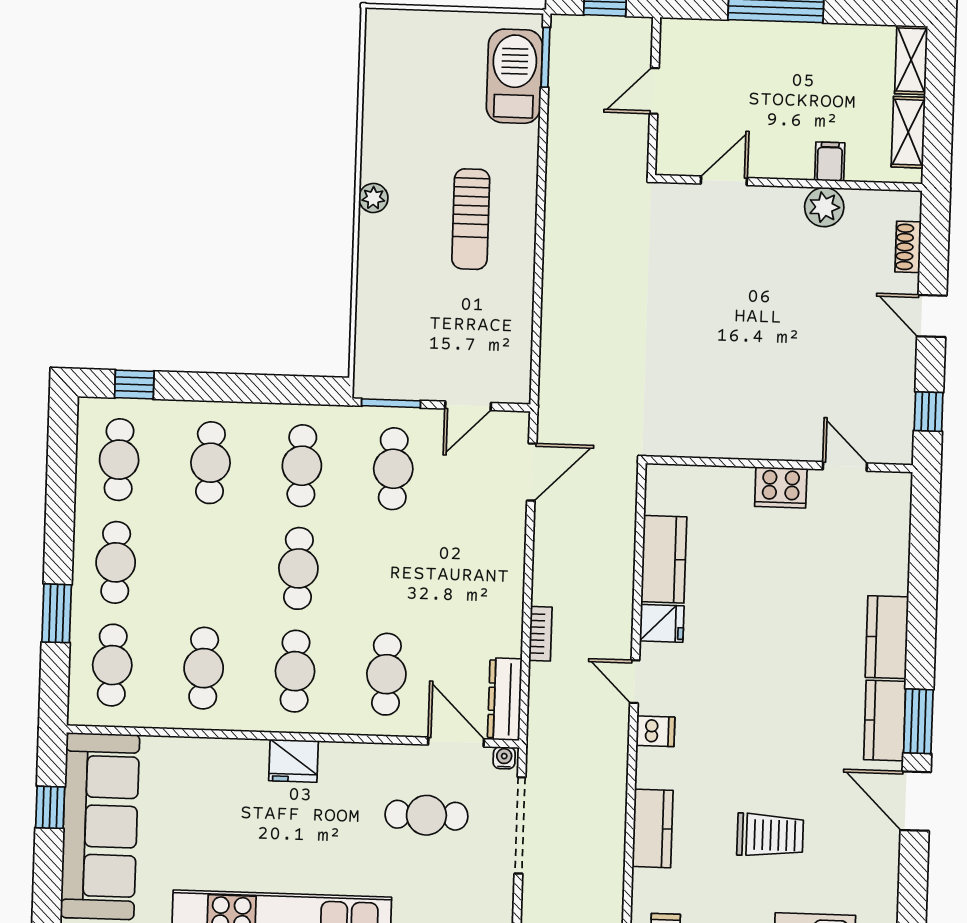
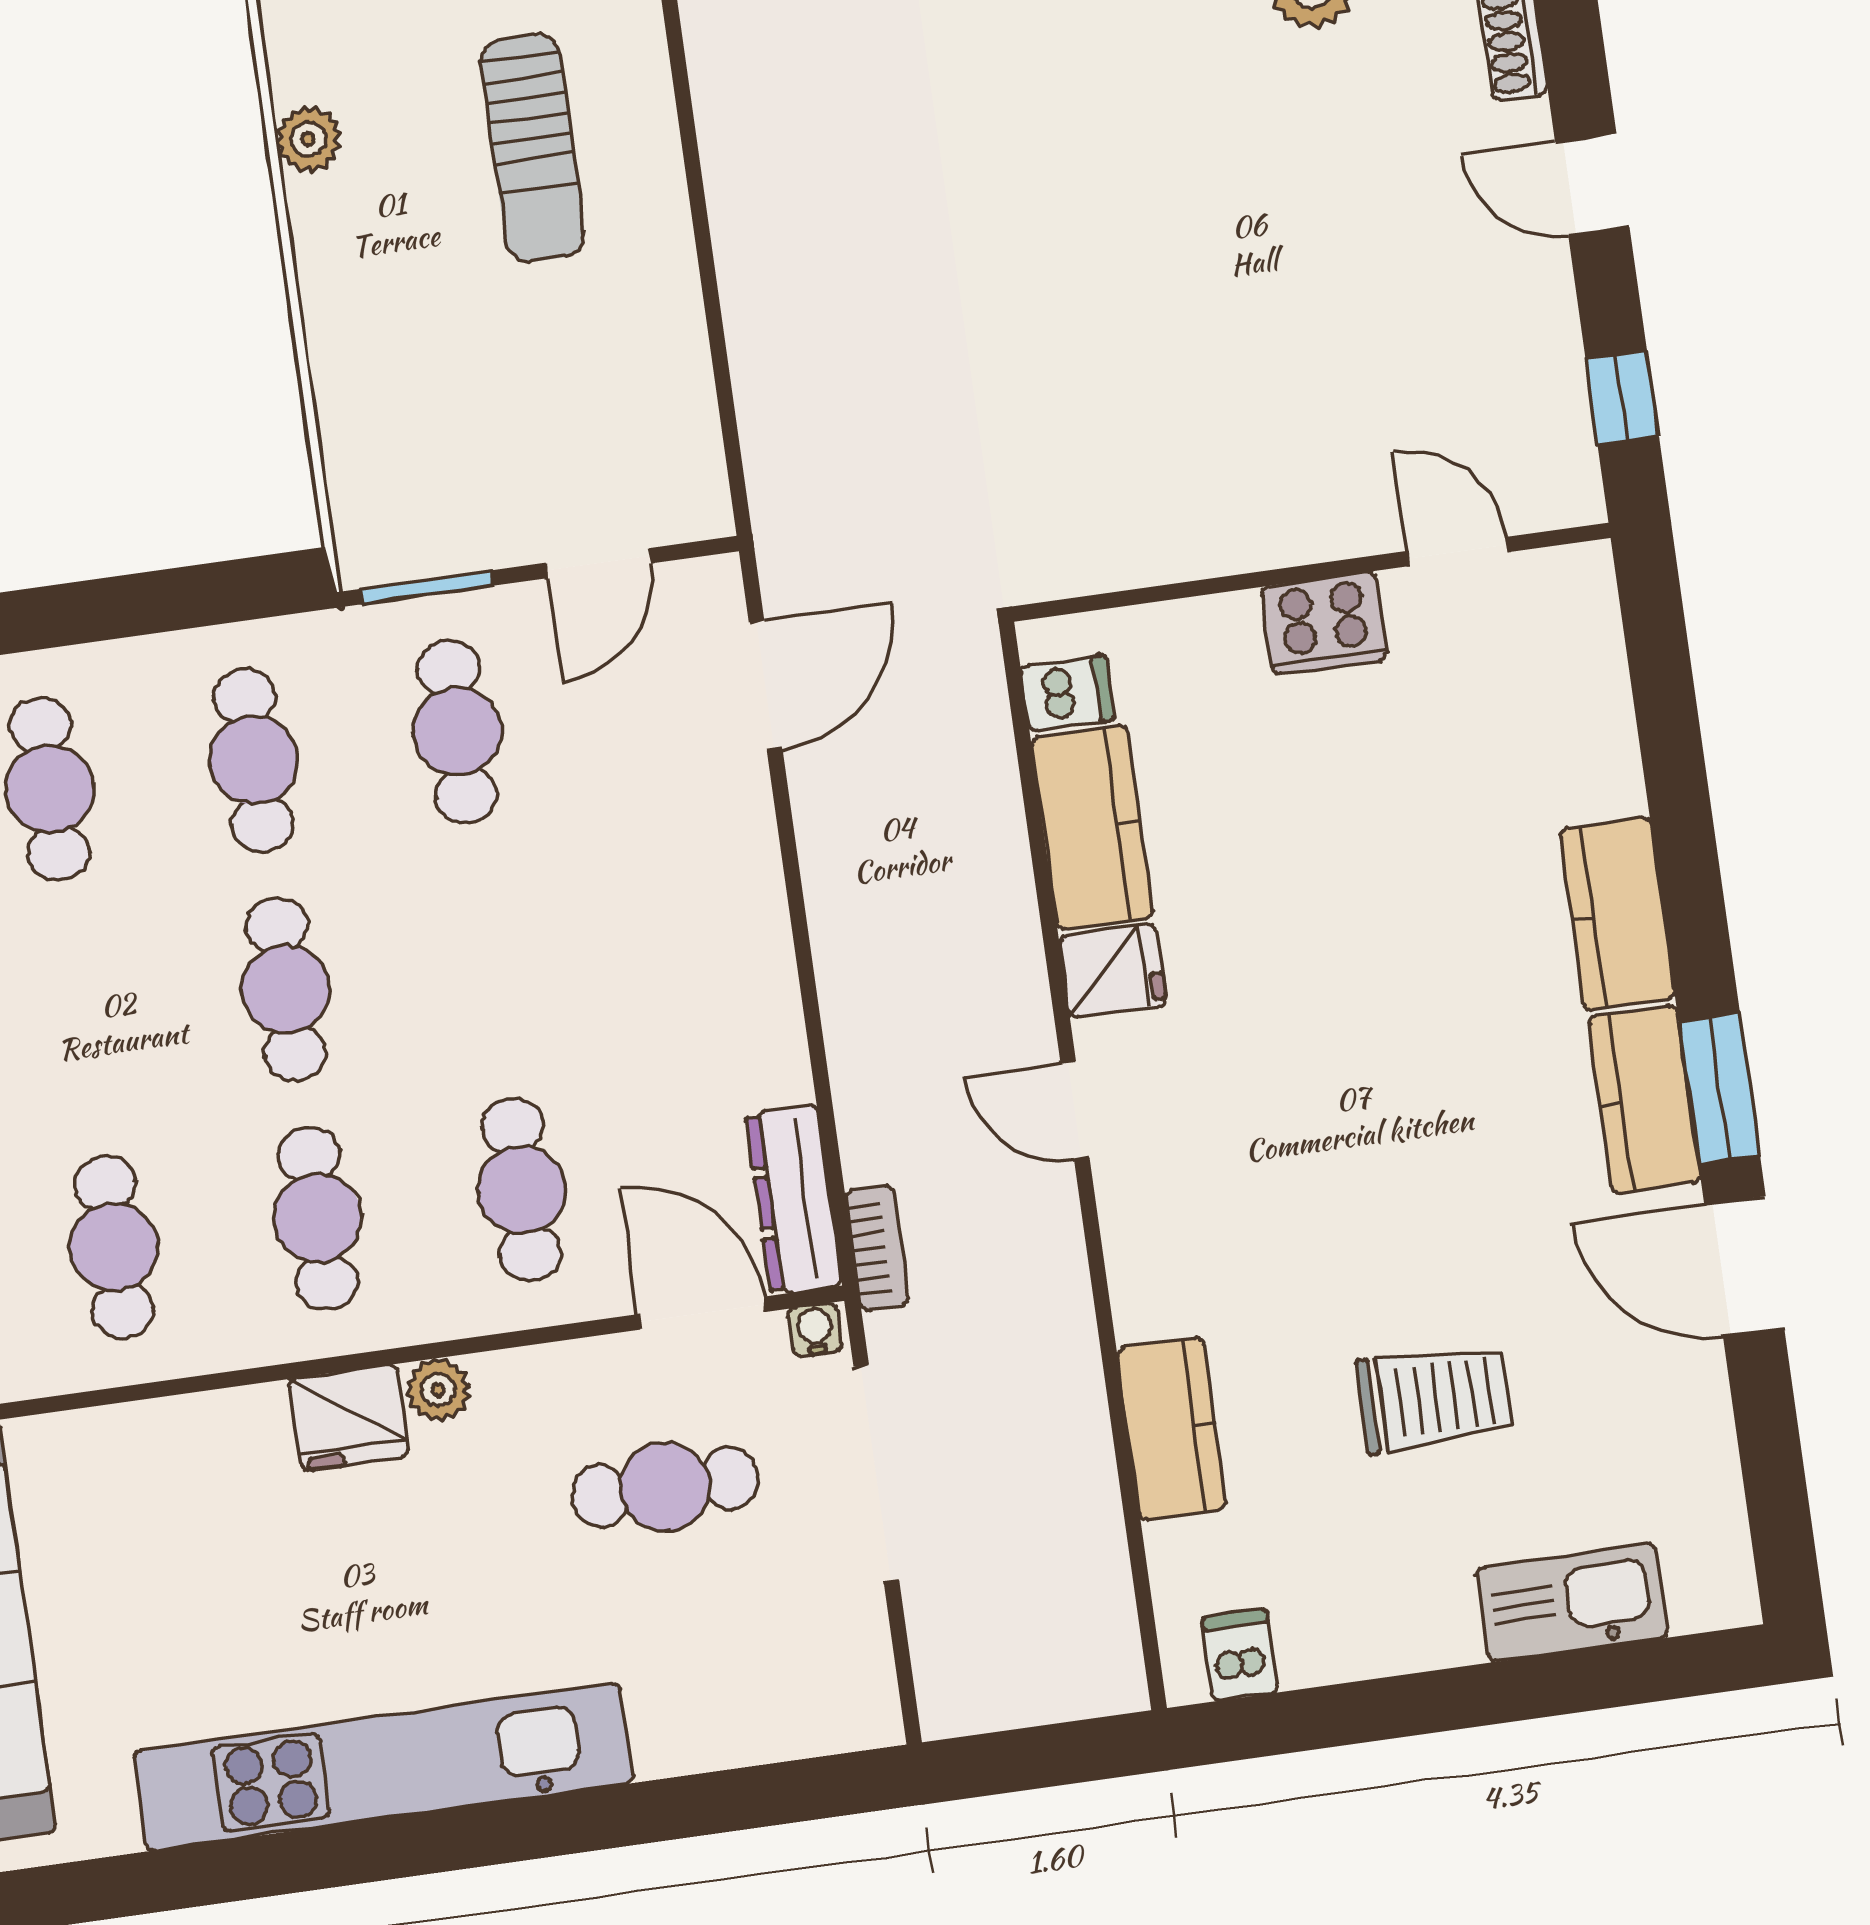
bookcase: (541, 634) -> (877, 1248), moved
dishwasher: (655, 731) -> (1067, 693), moved
plant: (335, 755) -> (438, 1390), added

